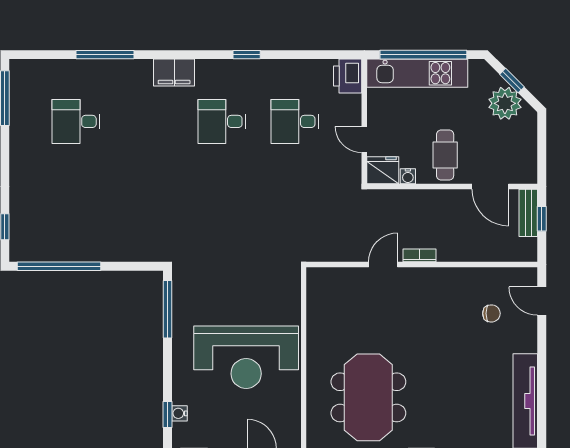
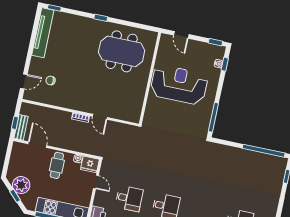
door: (383, 265) -> (100, 117), hinge flipped
door: (542, 301) -> (24, 81), hinge flipped
meeting table: (368, 397) -> (122, 51), turned 90

